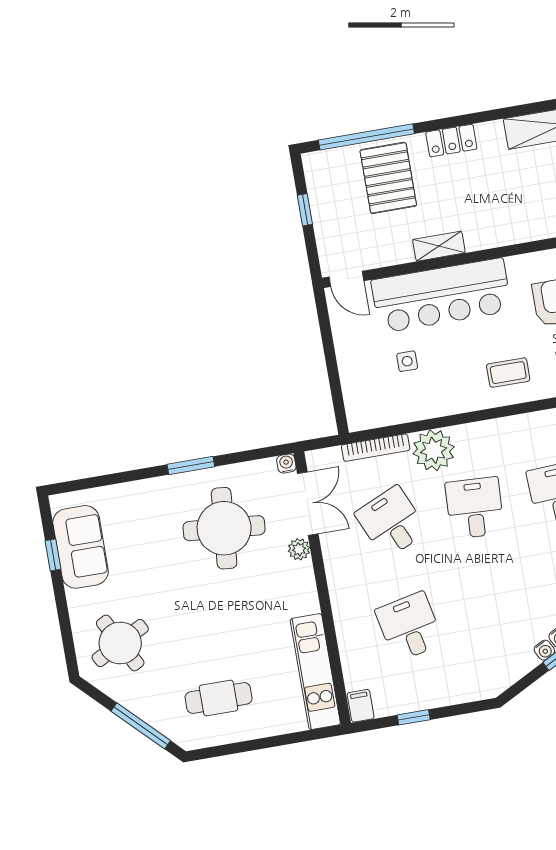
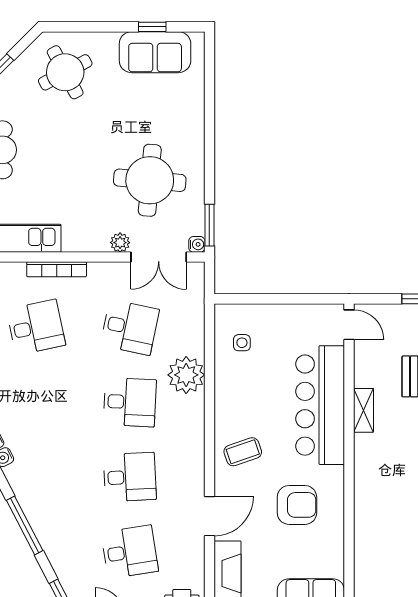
door: (346, 279) -> (349, 325), swing flipped
side table: (407, 361) -> (242, 343), moved
coffee table: (508, 373) -> (243, 452), turned 71
bookcase: (376, 448) -> (57, 269), moved, turned -90
window: (191, 466) -> (209, 225), moved
desk: (391, 522) -> (130, 327), turned 36

